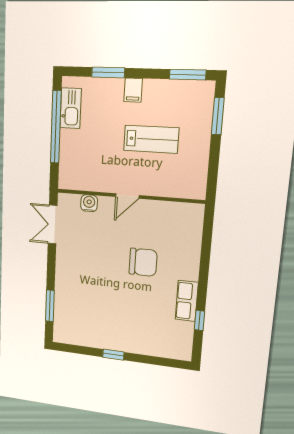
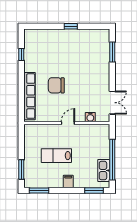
window: (108, 72) -> (94, 191), moved
row of seats: (187, 301) -> (29, 96), moved, width x2.02

